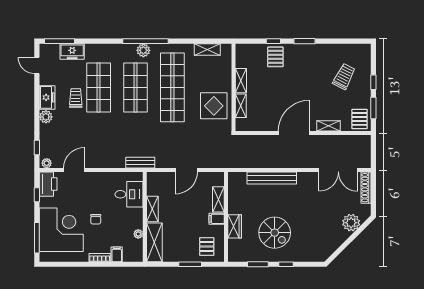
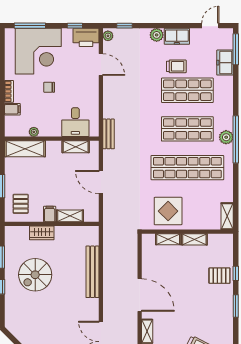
shelving: (207, 49) -> (227, 216), moved
shelving: (152, 209) -> (76, 147), moved
pallet: (207, 247) -> (21, 204), turned 90

